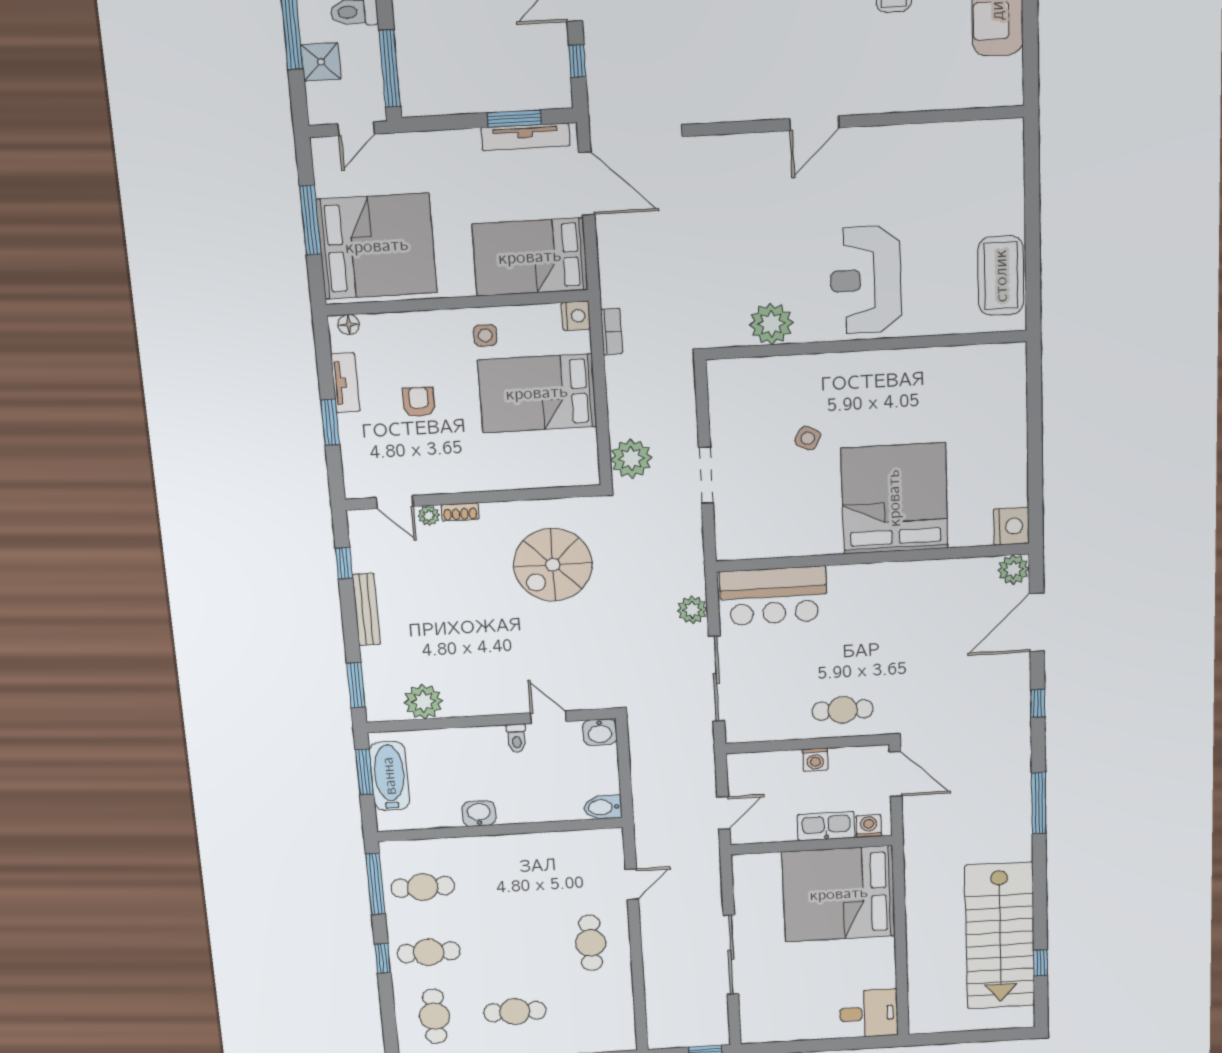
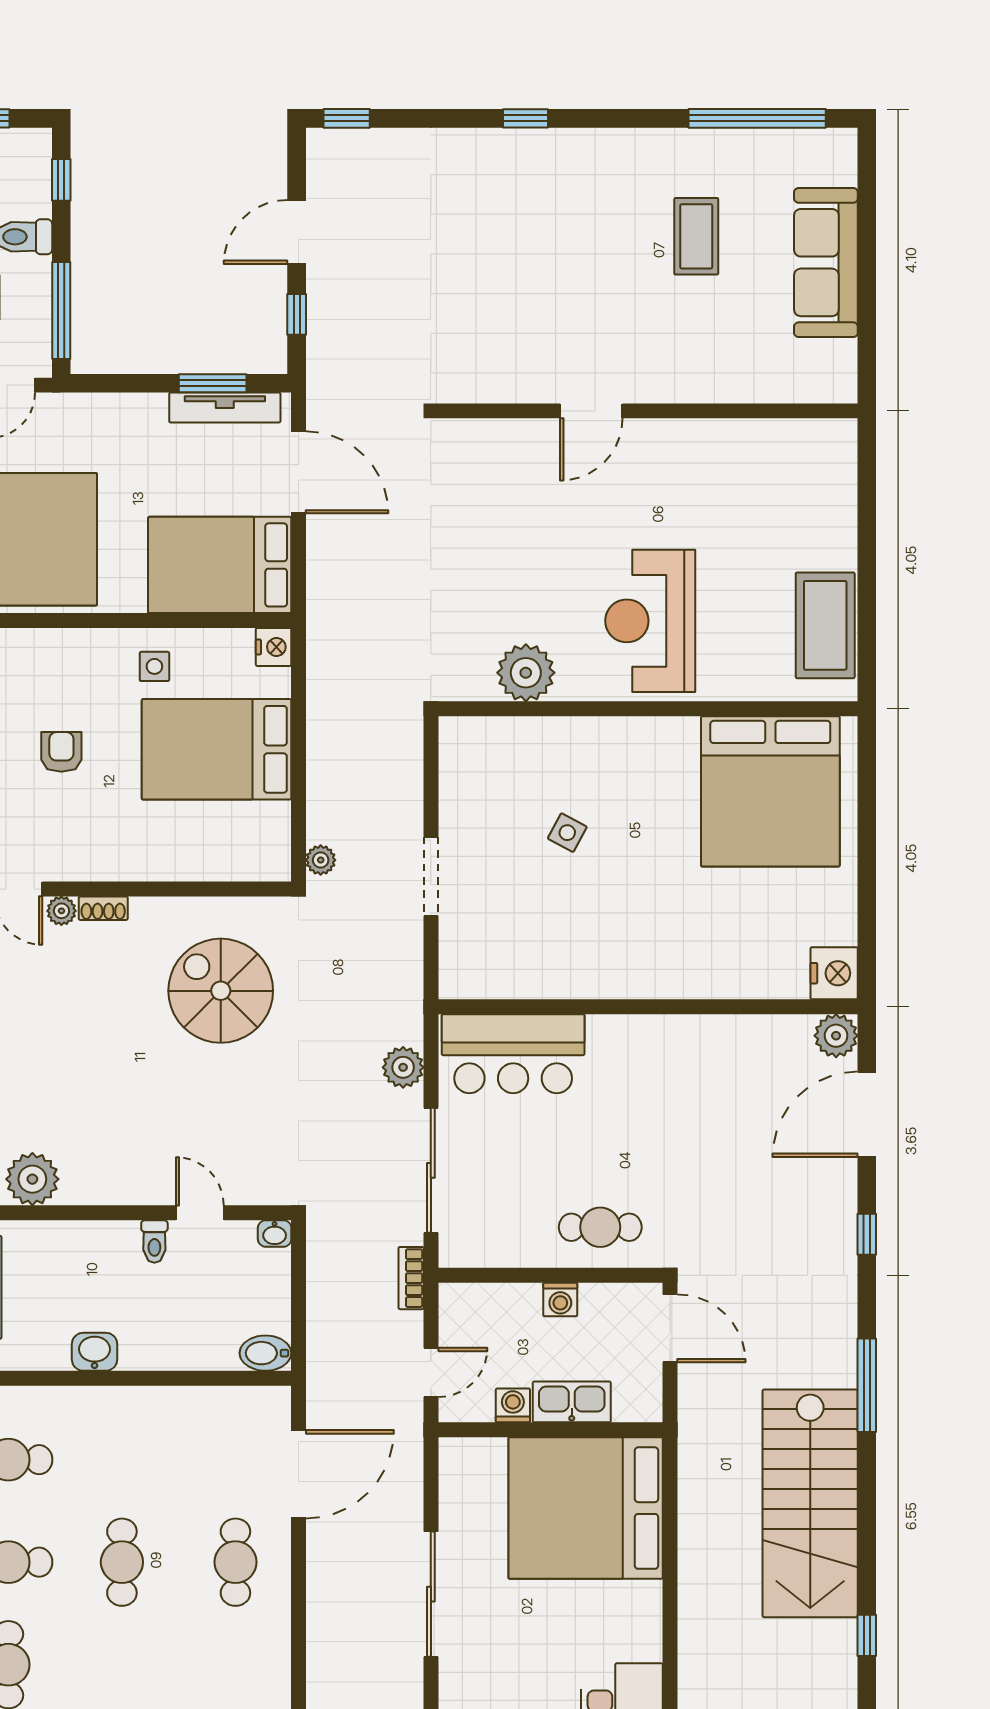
bookcase: (612, 331) -> (411, 1278), moved, turned 180
plant: (631, 459) -> (321, 860), width x0.53, depth x0.53
bed: (894, 498) -> (770, 791), moved, turned 180
spiral stairs: (553, 565) -> (221, 991), turned 90
washbasin: (600, 732) -> (275, 1233), width x0.72, depth x0.69
washing machine: (869, 826) -> (513, 1405), moved
door: (632, 884) -> (299, 1474), width x1.87
stairs: (1000, 936) -> (810, 1503), moved
cafe table: (515, 1012) -> (122, 1562), moved, turned 90

